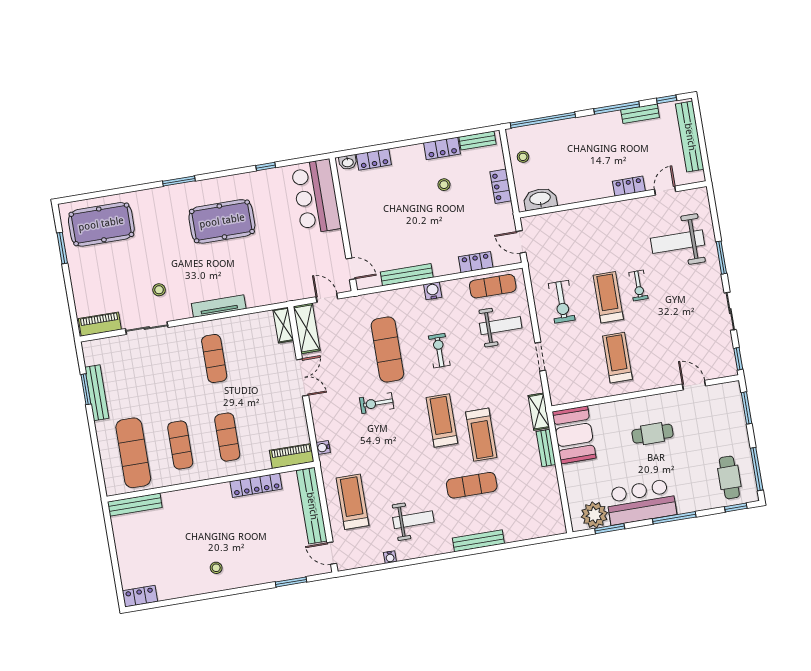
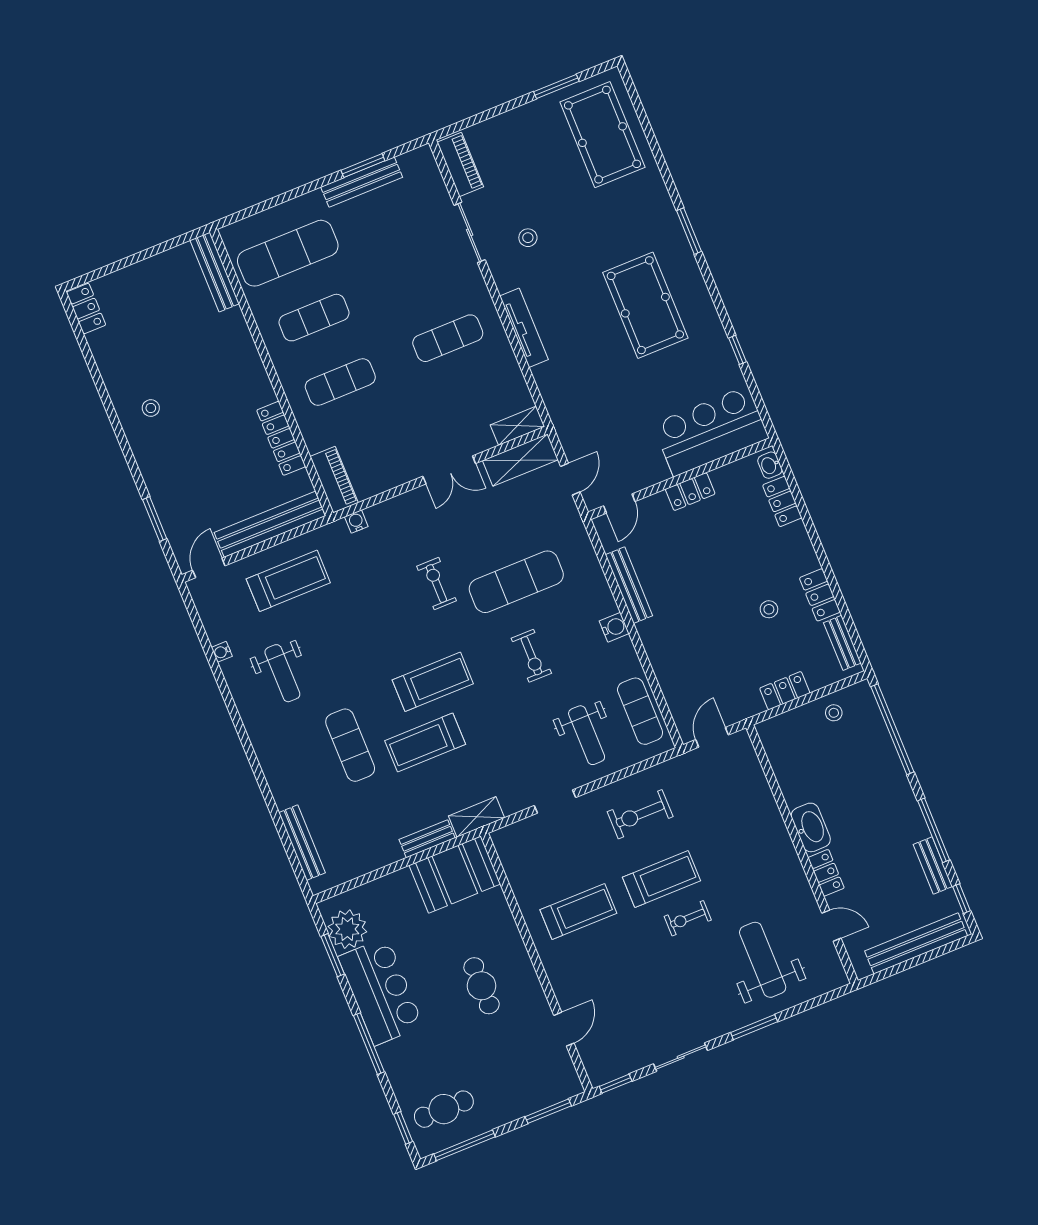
washbasin: (540, 199) -> (811, 827), moved
locker: (476, 262) -> (690, 492), moved, turned 90
exercise bike: (439, 351) -> (531, 656), turned 90
bench: (478, 541) -> (302, 843), moved

